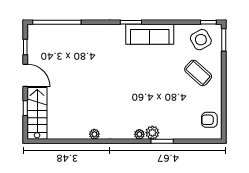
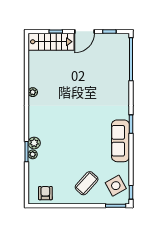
plant: (139, 134) -> (33, 154), moved

